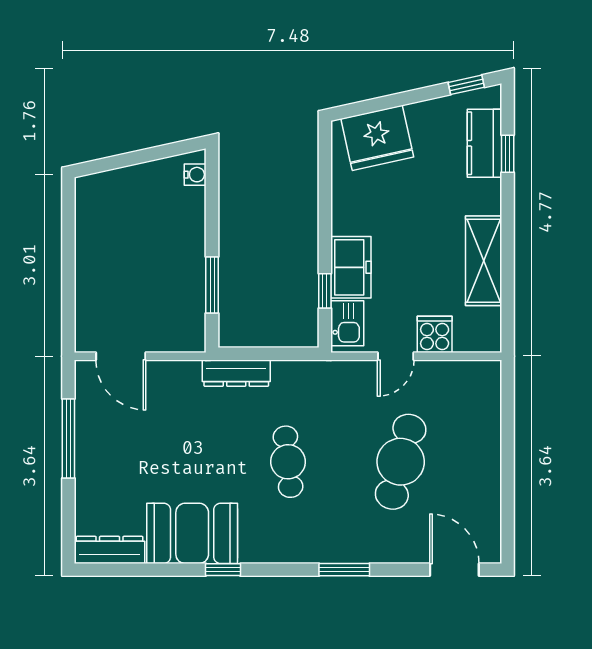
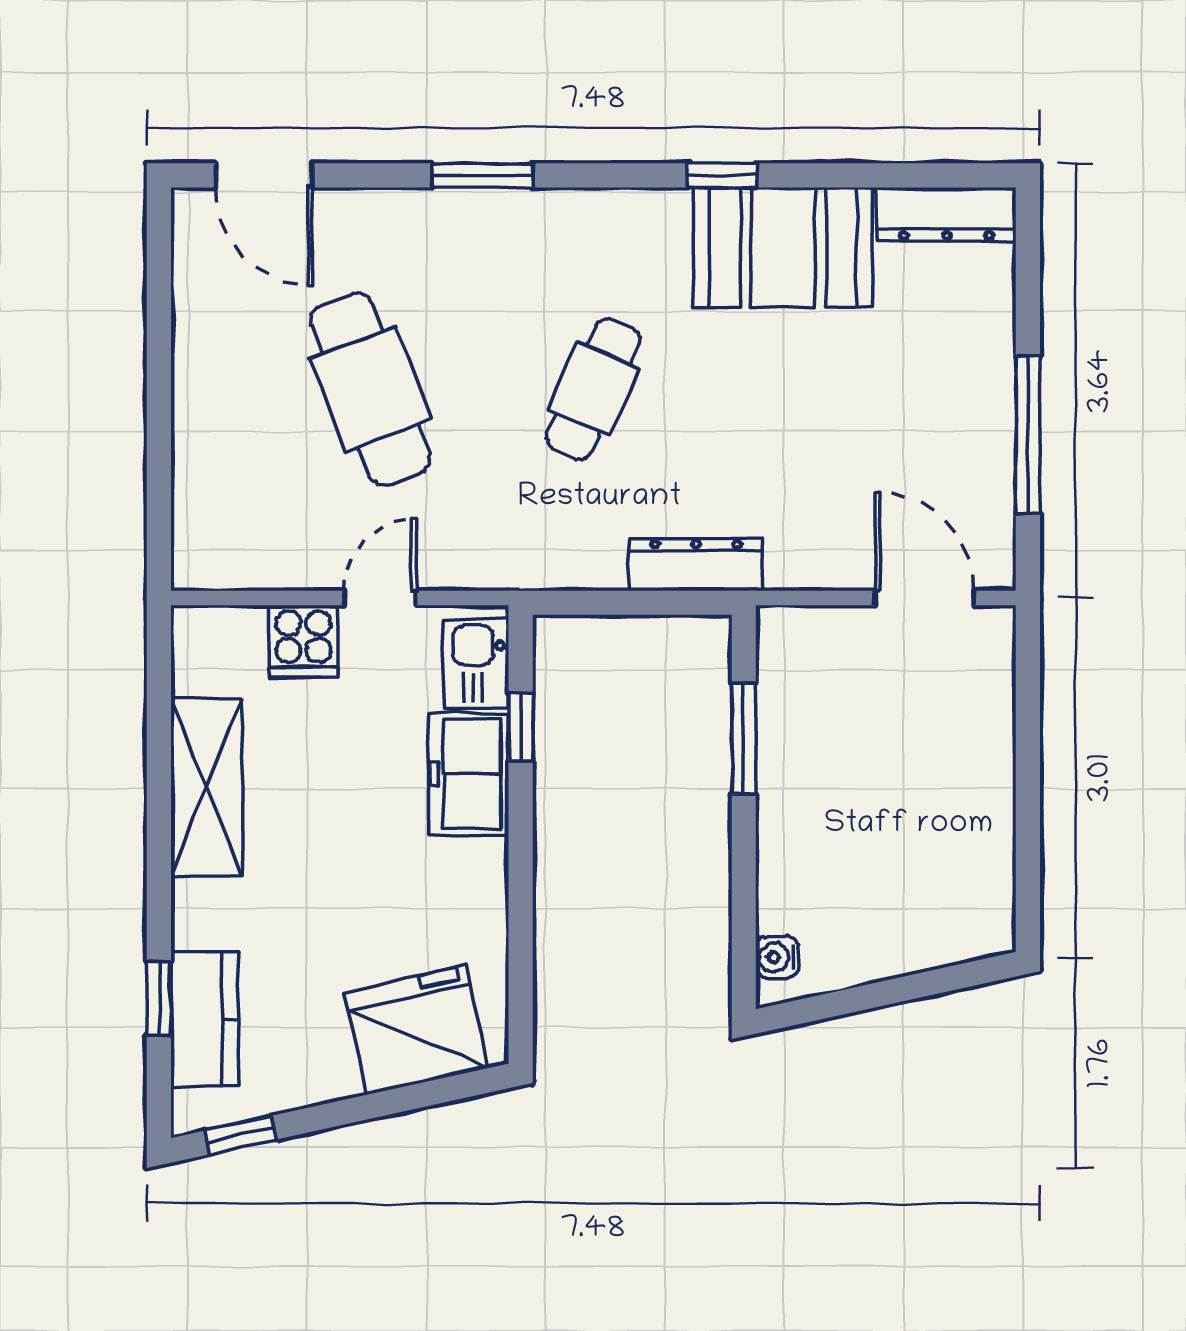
cafe table: (288, 462) -> (593, 389), turned 30
cafe table: (401, 462) -> (371, 389), turned -36

